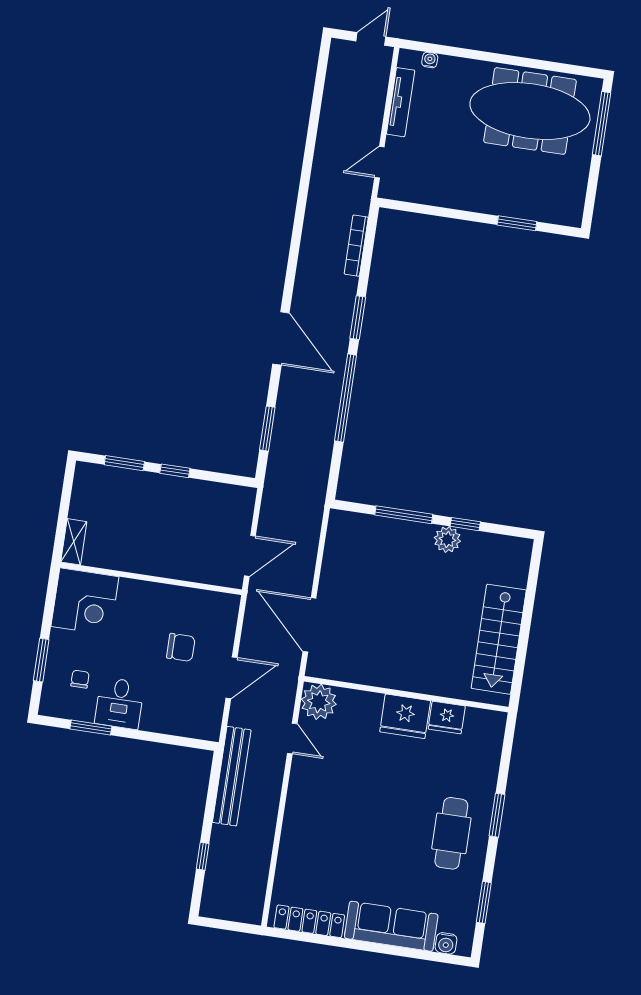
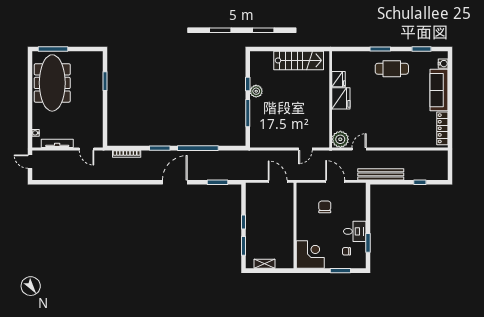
shelving: (74, 542) -> (265, 264), moved
door: (309, 625) -> (305, 149), width x0.53

